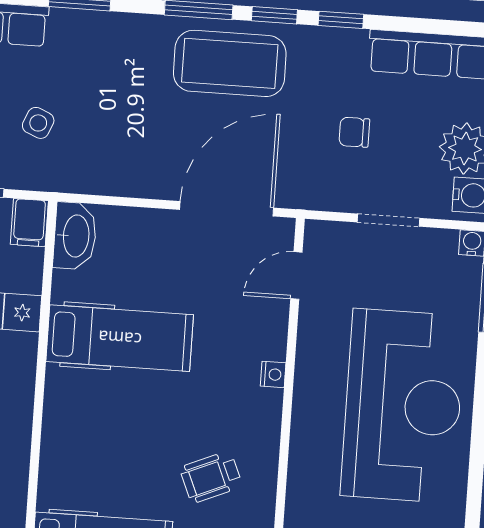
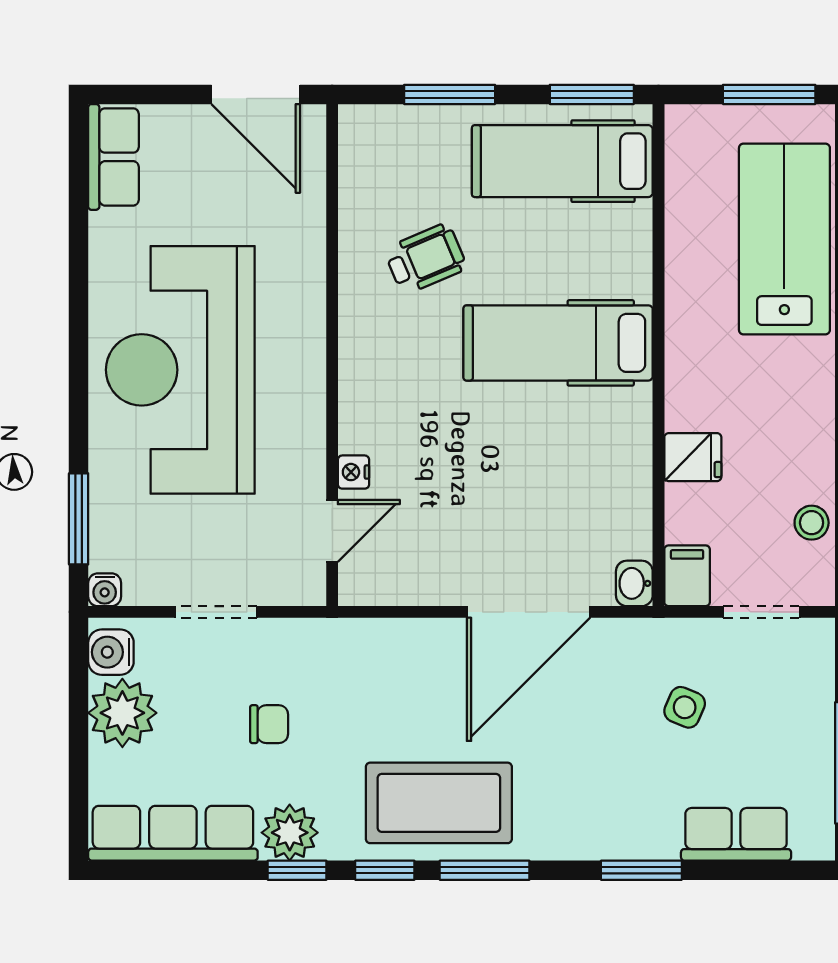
plant: (345, 49) -> (290, 833), added
door: (227, 209) -> (528, 612), moved
washbasin: (75, 236) -> (634, 583), width x0.52, depth x0.69
hospital bed: (120, 338) -> (558, 343), moved
nightstand: (273, 374) -> (353, 472), moved

